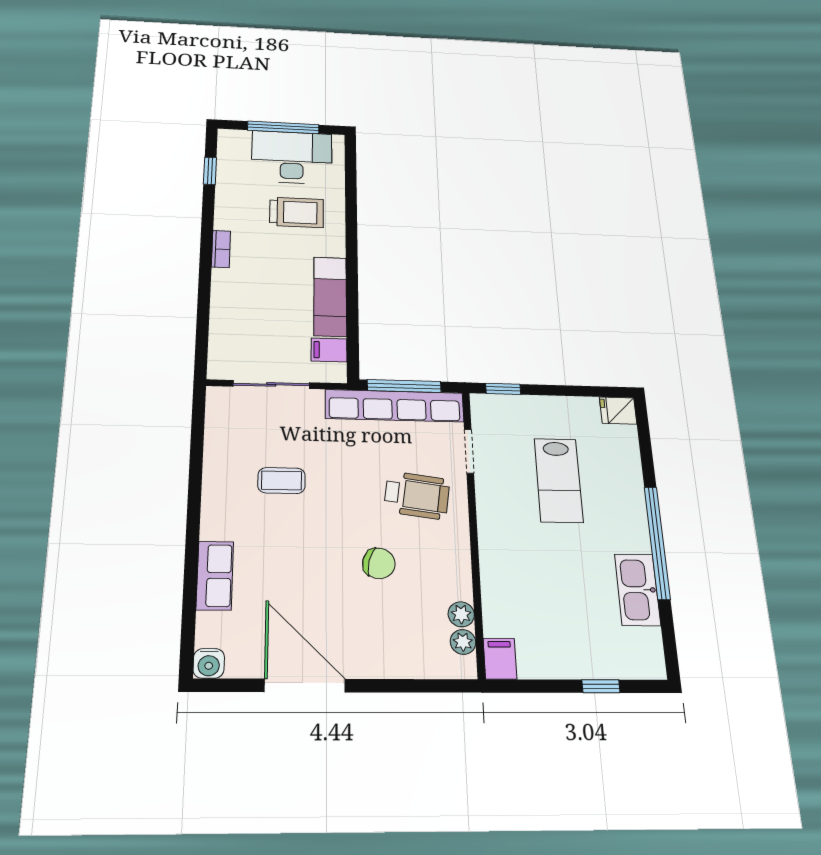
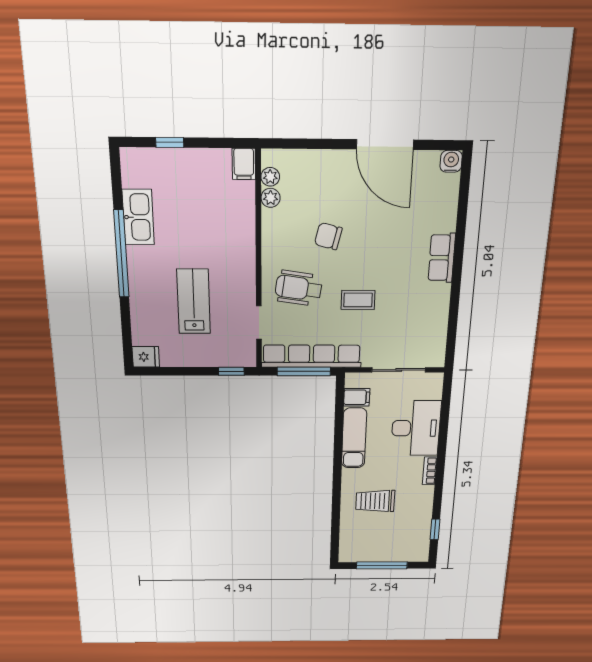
desk: (292, 157) -> (416, 428), moved, turned -90
coffee table: (282, 481) -> (358, 300), moved
row of seats: (215, 575) -> (442, 258), moved

